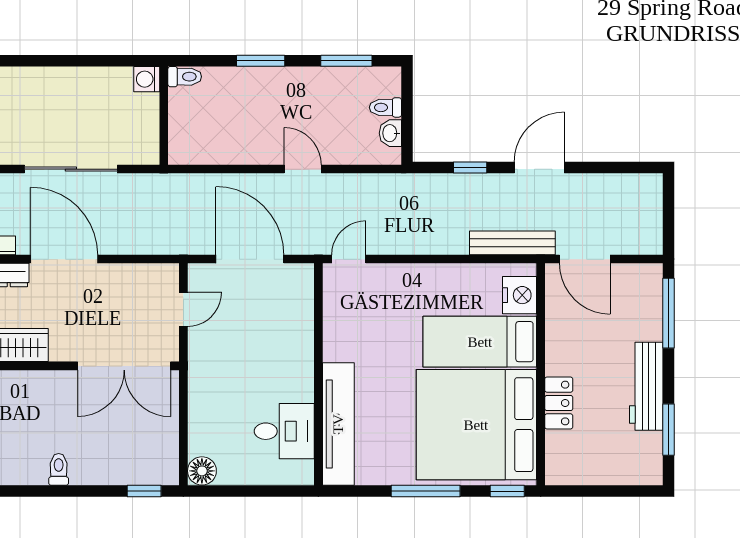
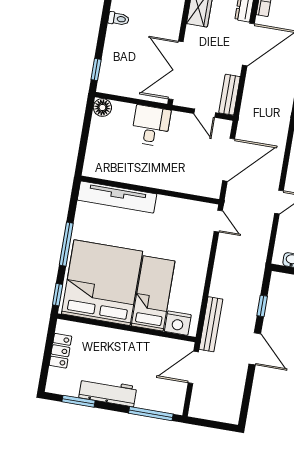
bench: (148, 275) -> (229, 95), added
locker: (559, 403) -> (60, 351), moved, turned -90
desk: (284, 431) -> (151, 126), moved, turned 180

